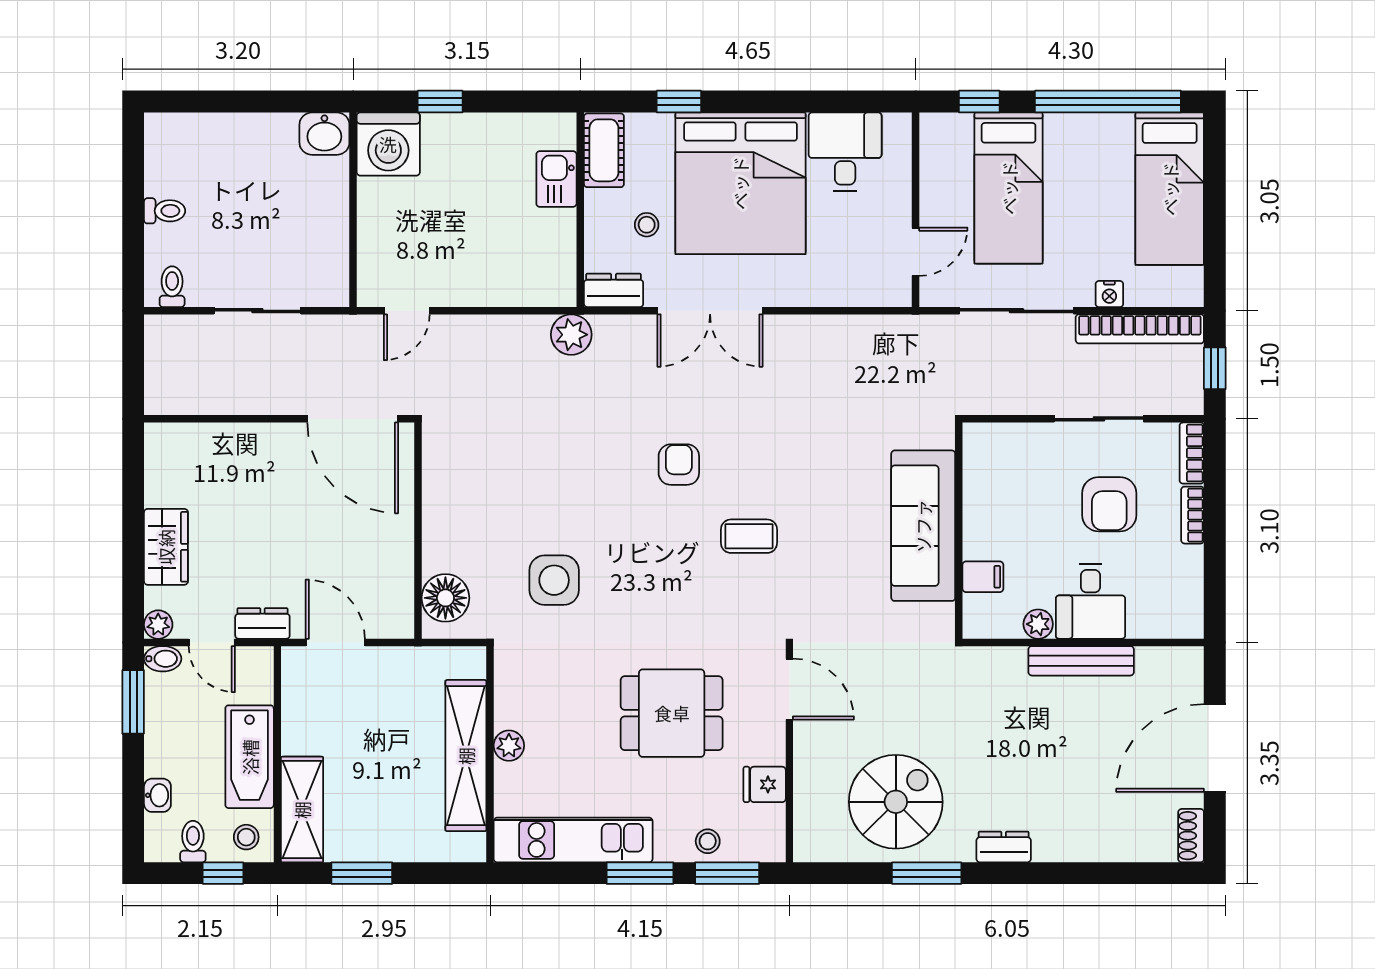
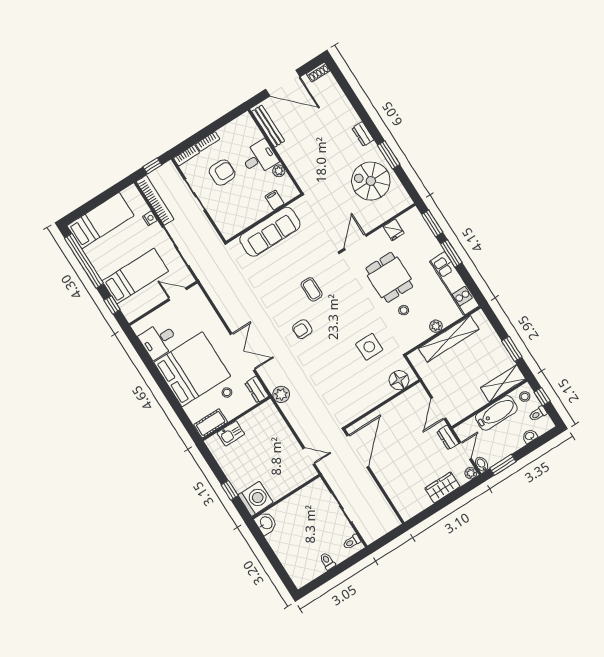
window: (679, 102) -> (178, 408), removed
bench: (1081, 661) -> (268, 126), moved
stool: (708, 841) -> (404, 310), moved

